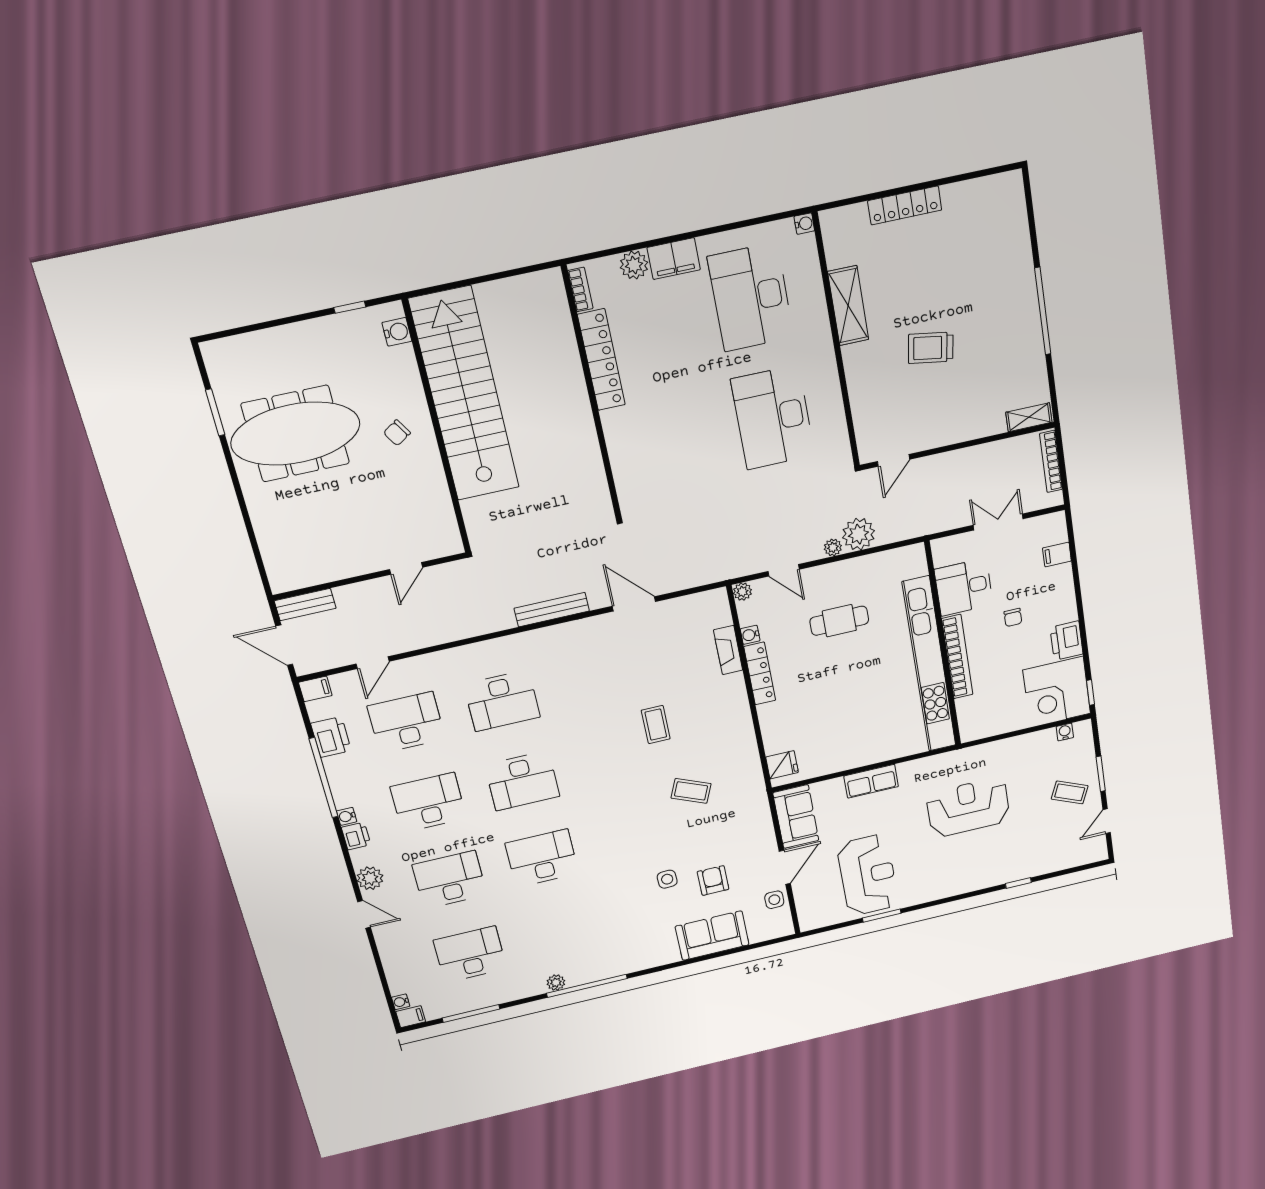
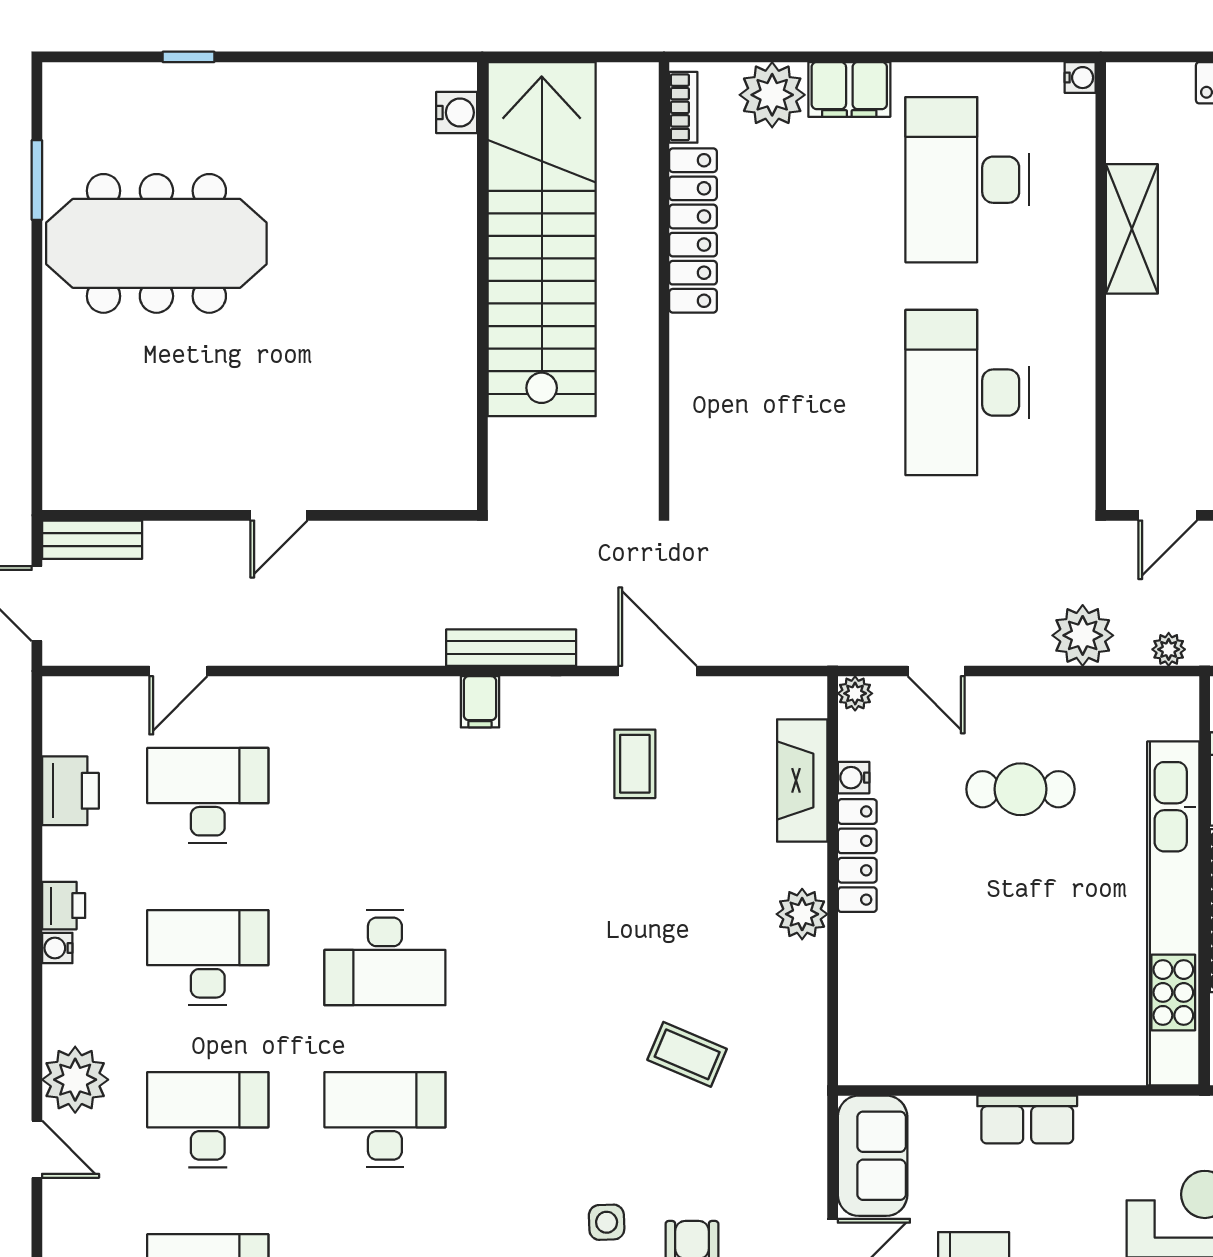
plant: (634, 265) -> (772, 95), width x1.36, depth x1.36
window: (350, 307) -> (188, 57), moved
water cooler: (397, 332) -> (457, 113), moved
stairs: (464, 395) -> (542, 239), moved
wall: (437, 429) -> (482, 286), moved
chair: (397, 433) -> (323, 279), removed
plant: (833, 547) -> (1169, 649), moved
fireplace: (728, 650) -> (802, 780), width x1.37, depth x1.32
filing cabinet: (315, 689) -> (480, 702), moved, turned 90
desk: (502, 701) -> (385, 796), removed
plant: (737, 709) -> (802, 914), added
coffee table: (656, 725) -> (635, 764), moved
fridge: (782, 765) -> (865, 1044), removed
window: (324, 778) -> (37, 864), removed
printer: (356, 836) -> (64, 906), moved
plant: (370, 878) -> (75, 1080), width x1.36, depth x1.36

